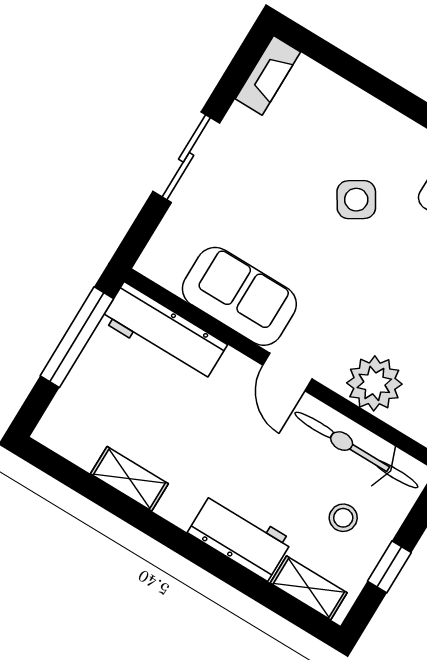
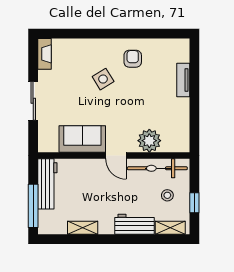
workbench: (164, 332) -> (47, 184), moved, turned -90
window: (77, 337) -> (33, 206), moved

